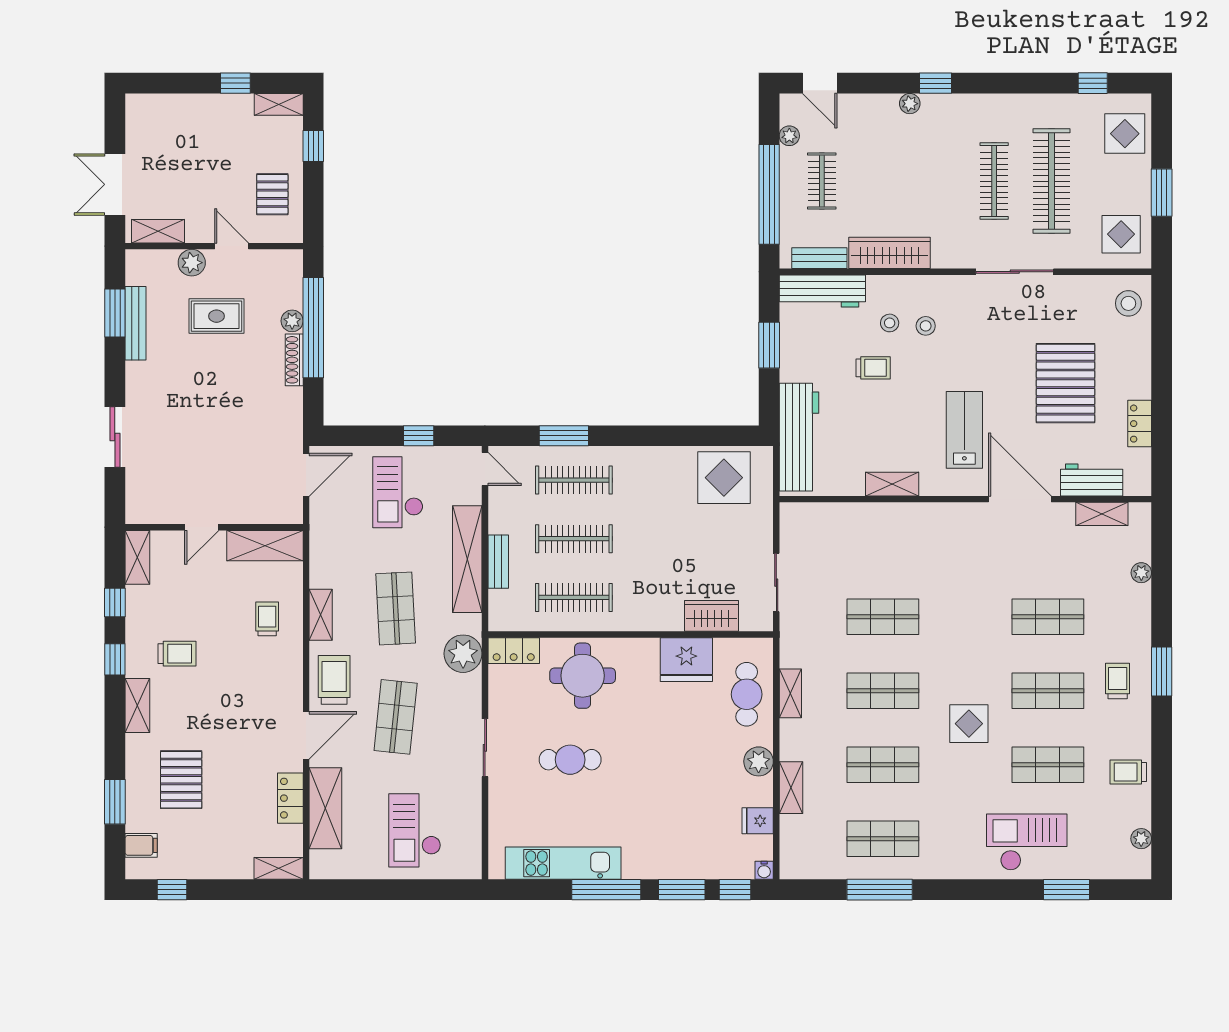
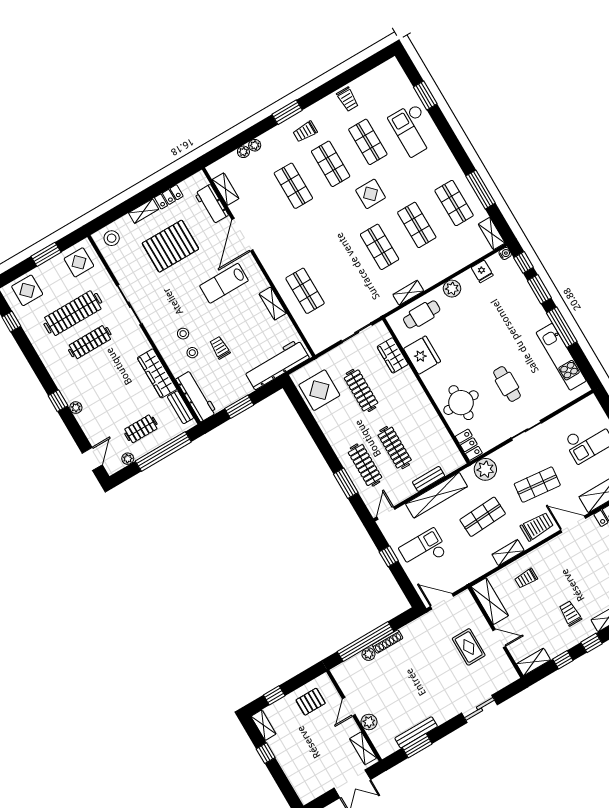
rug: (216, 316) -> (469, 647), moved
shelving: (1141, 374) -> (144, 211), added
checkout: (398, 492) -> (423, 550), turned 180
clothes rail: (574, 597) -> (361, 390), moved
shop shelf: (883, 617) -> (305, 291), moved
trolley: (334, 680) -> (537, 526), turned 180
shelving: (791, 788) -> (492, 234), moved, turned 90
plant: (1141, 839) -> (255, 145), moved

